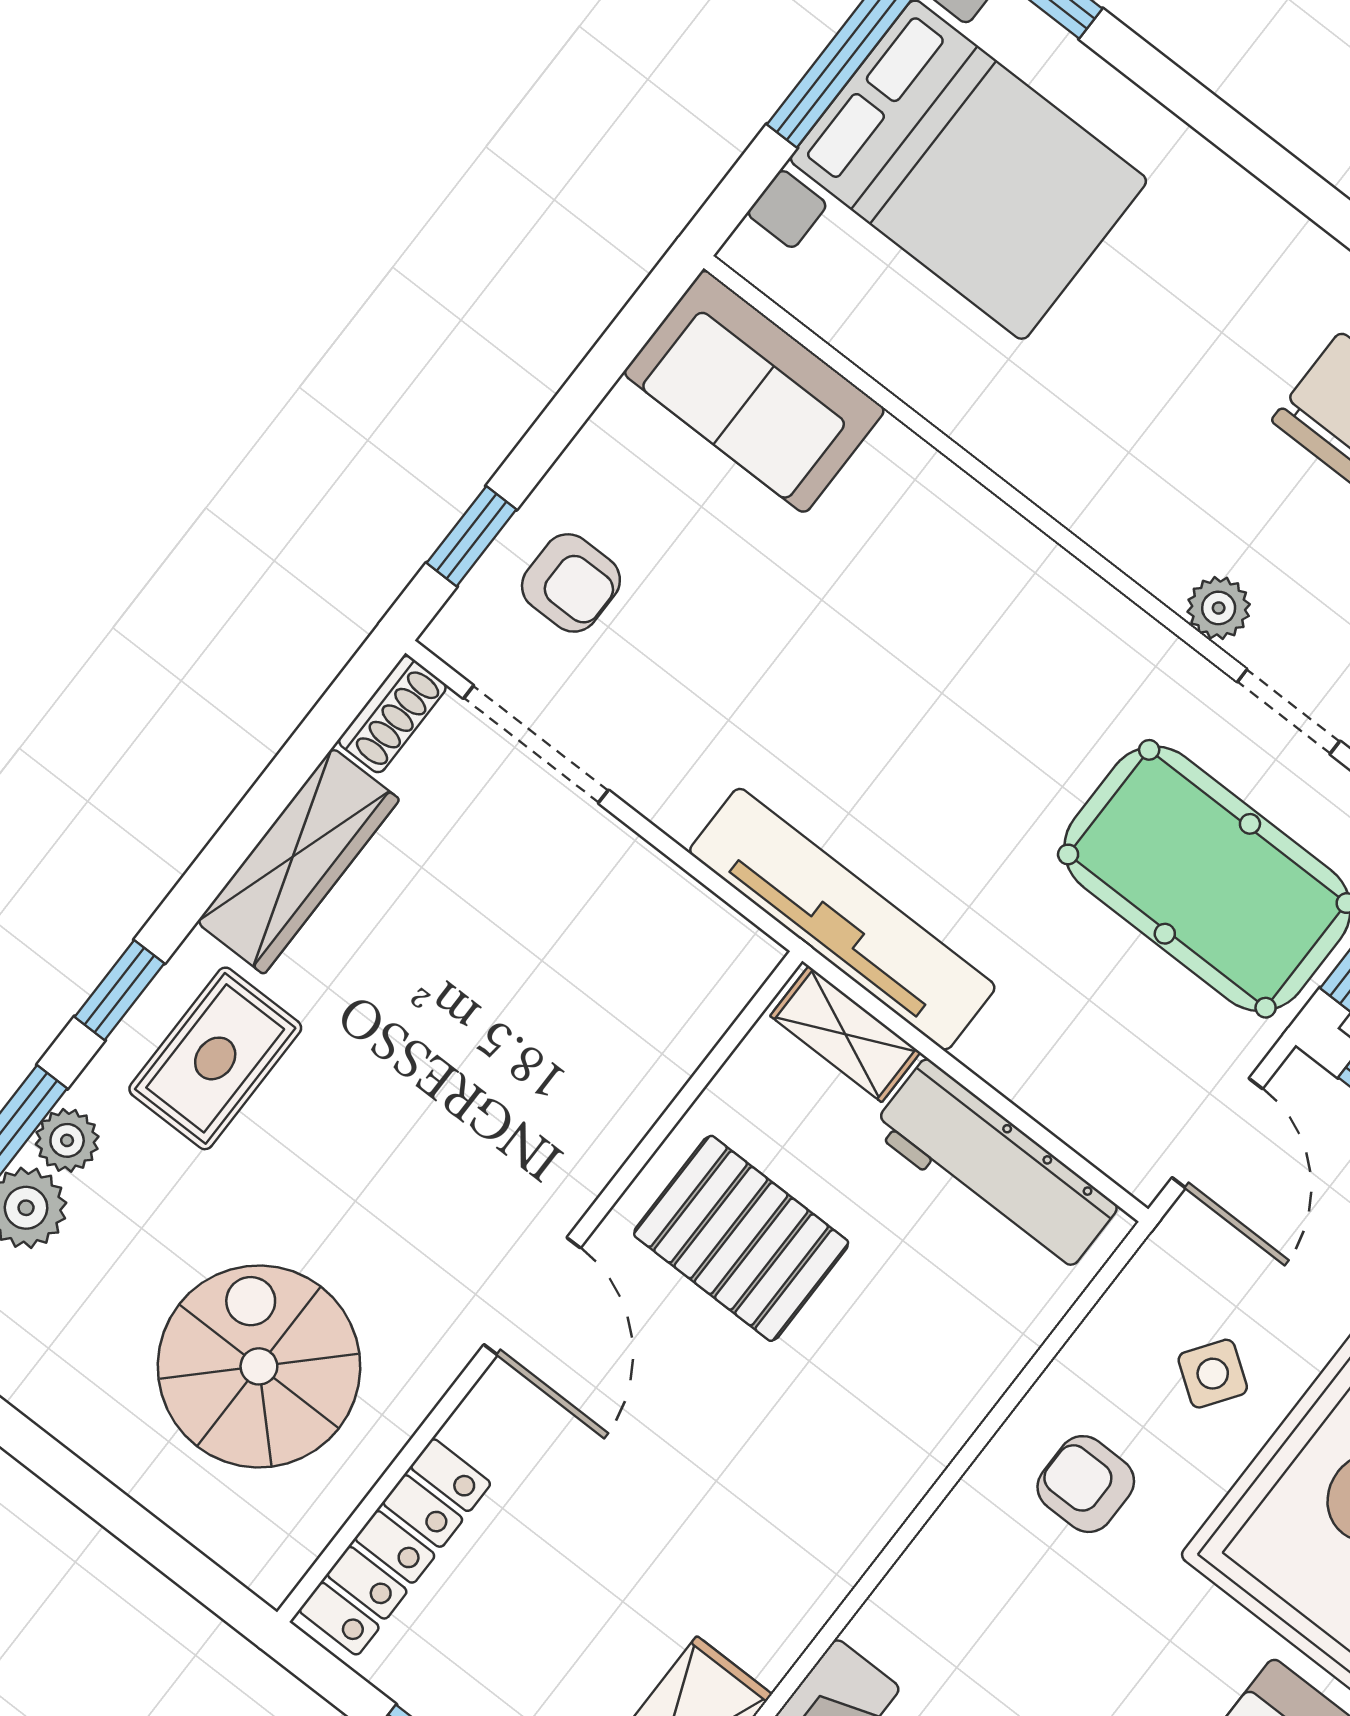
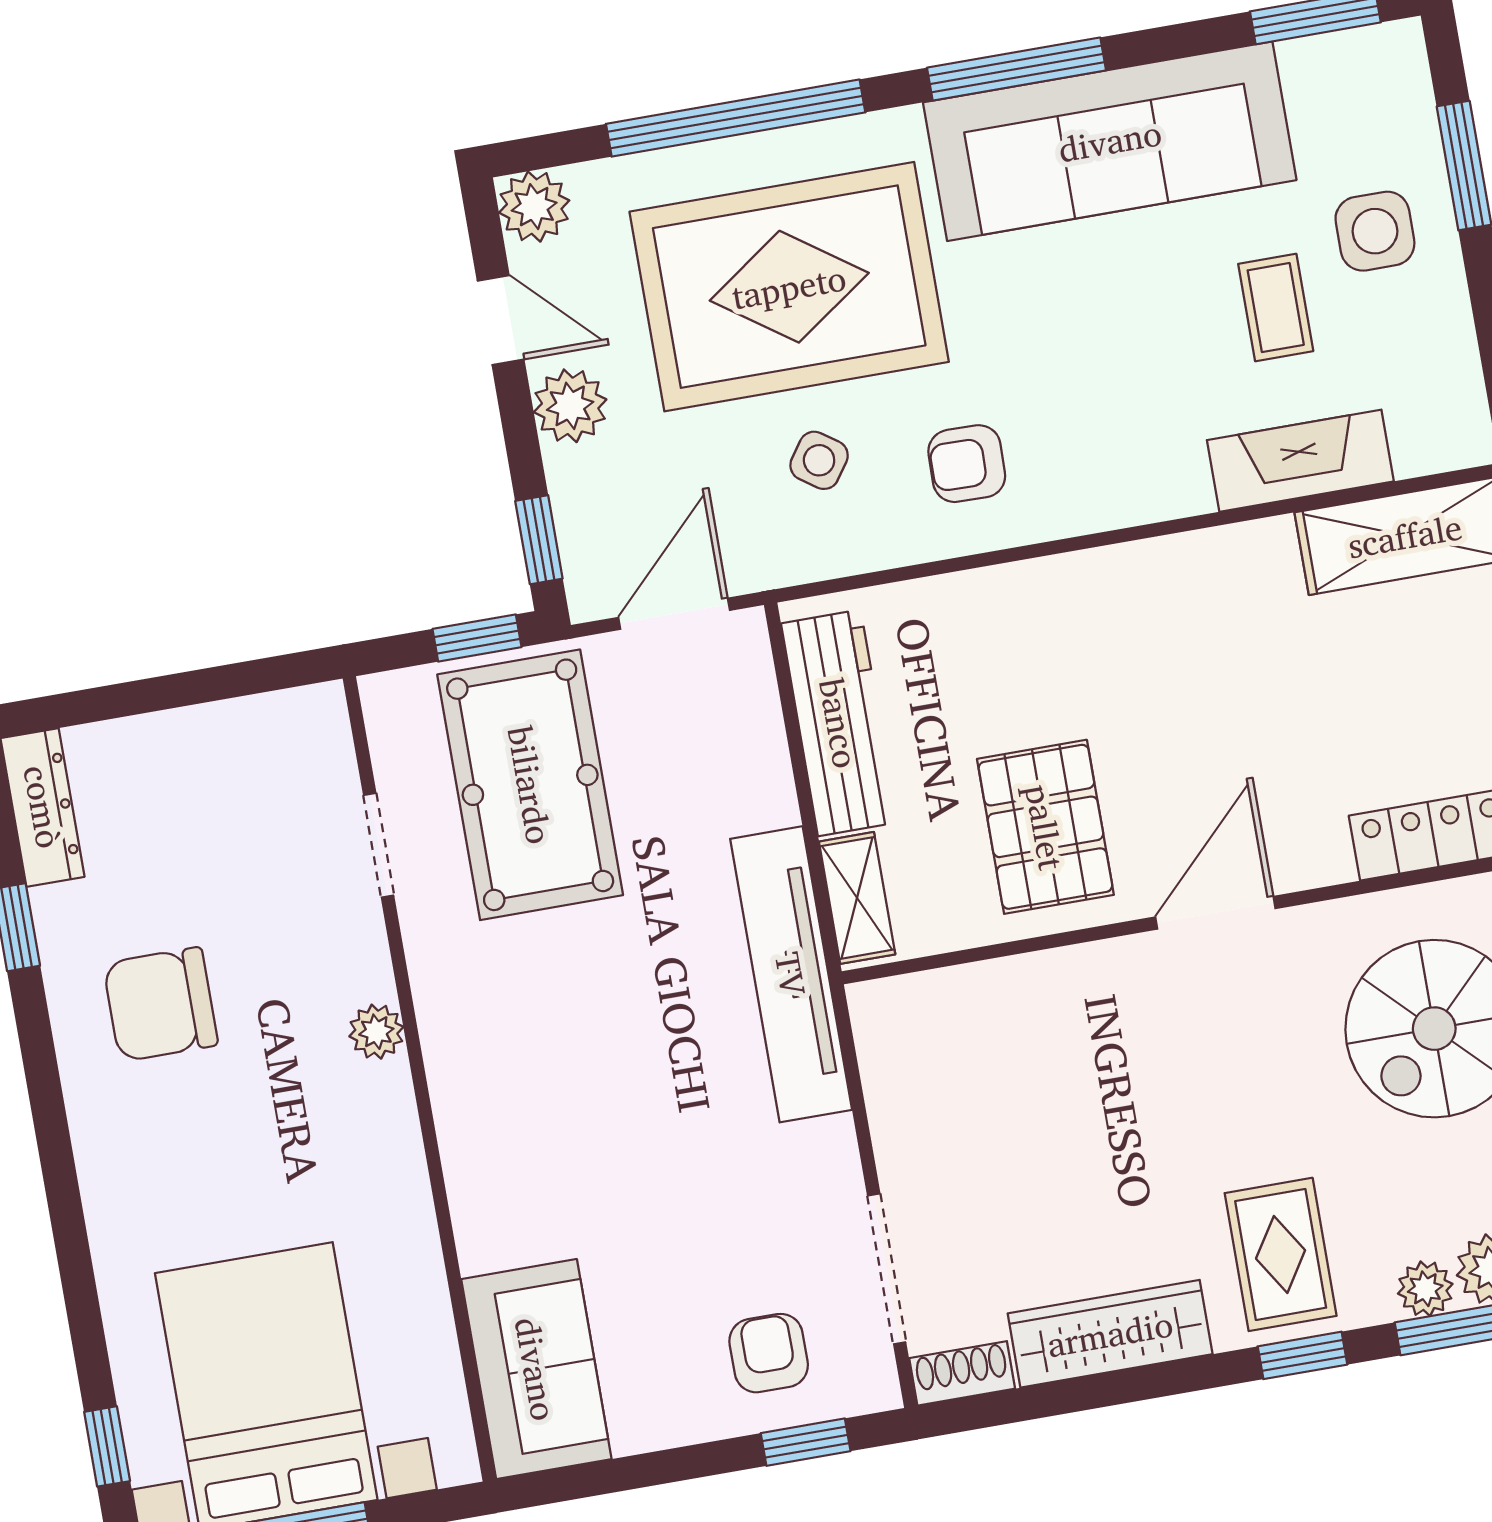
plant: (1219, 608) -> (376, 1032), moved
rug: (215, 1058) -> (1281, 1254), turned 90
armchair: (1086, 1484) -> (967, 464), turned 91

